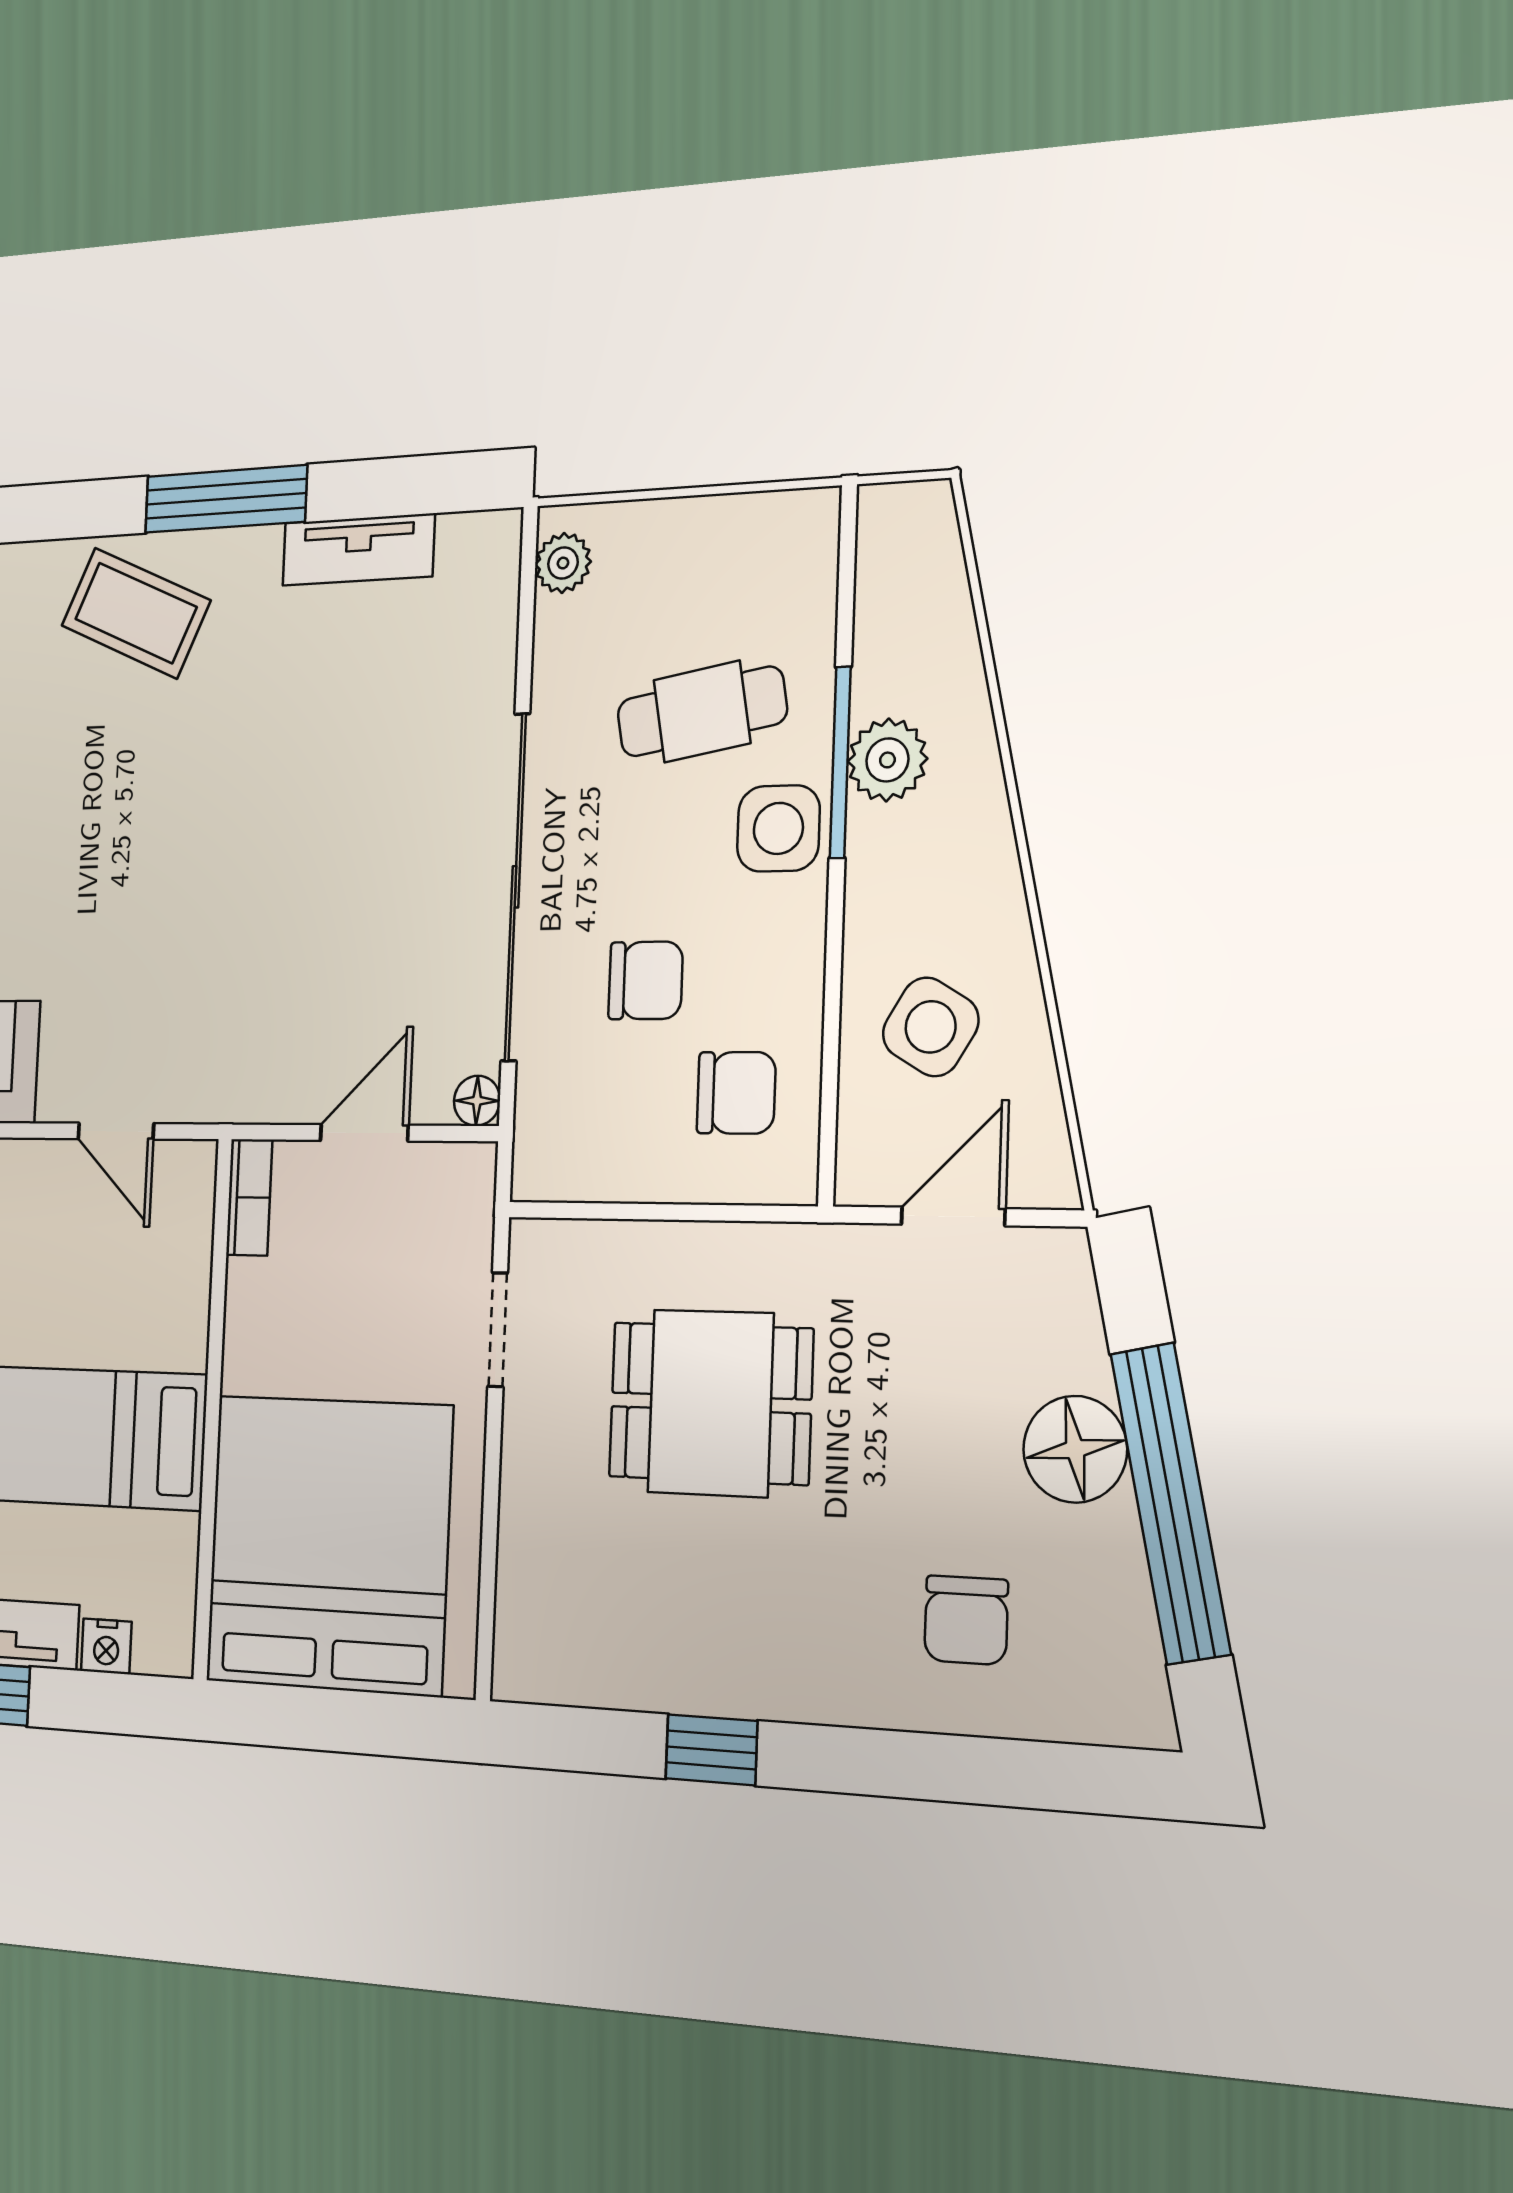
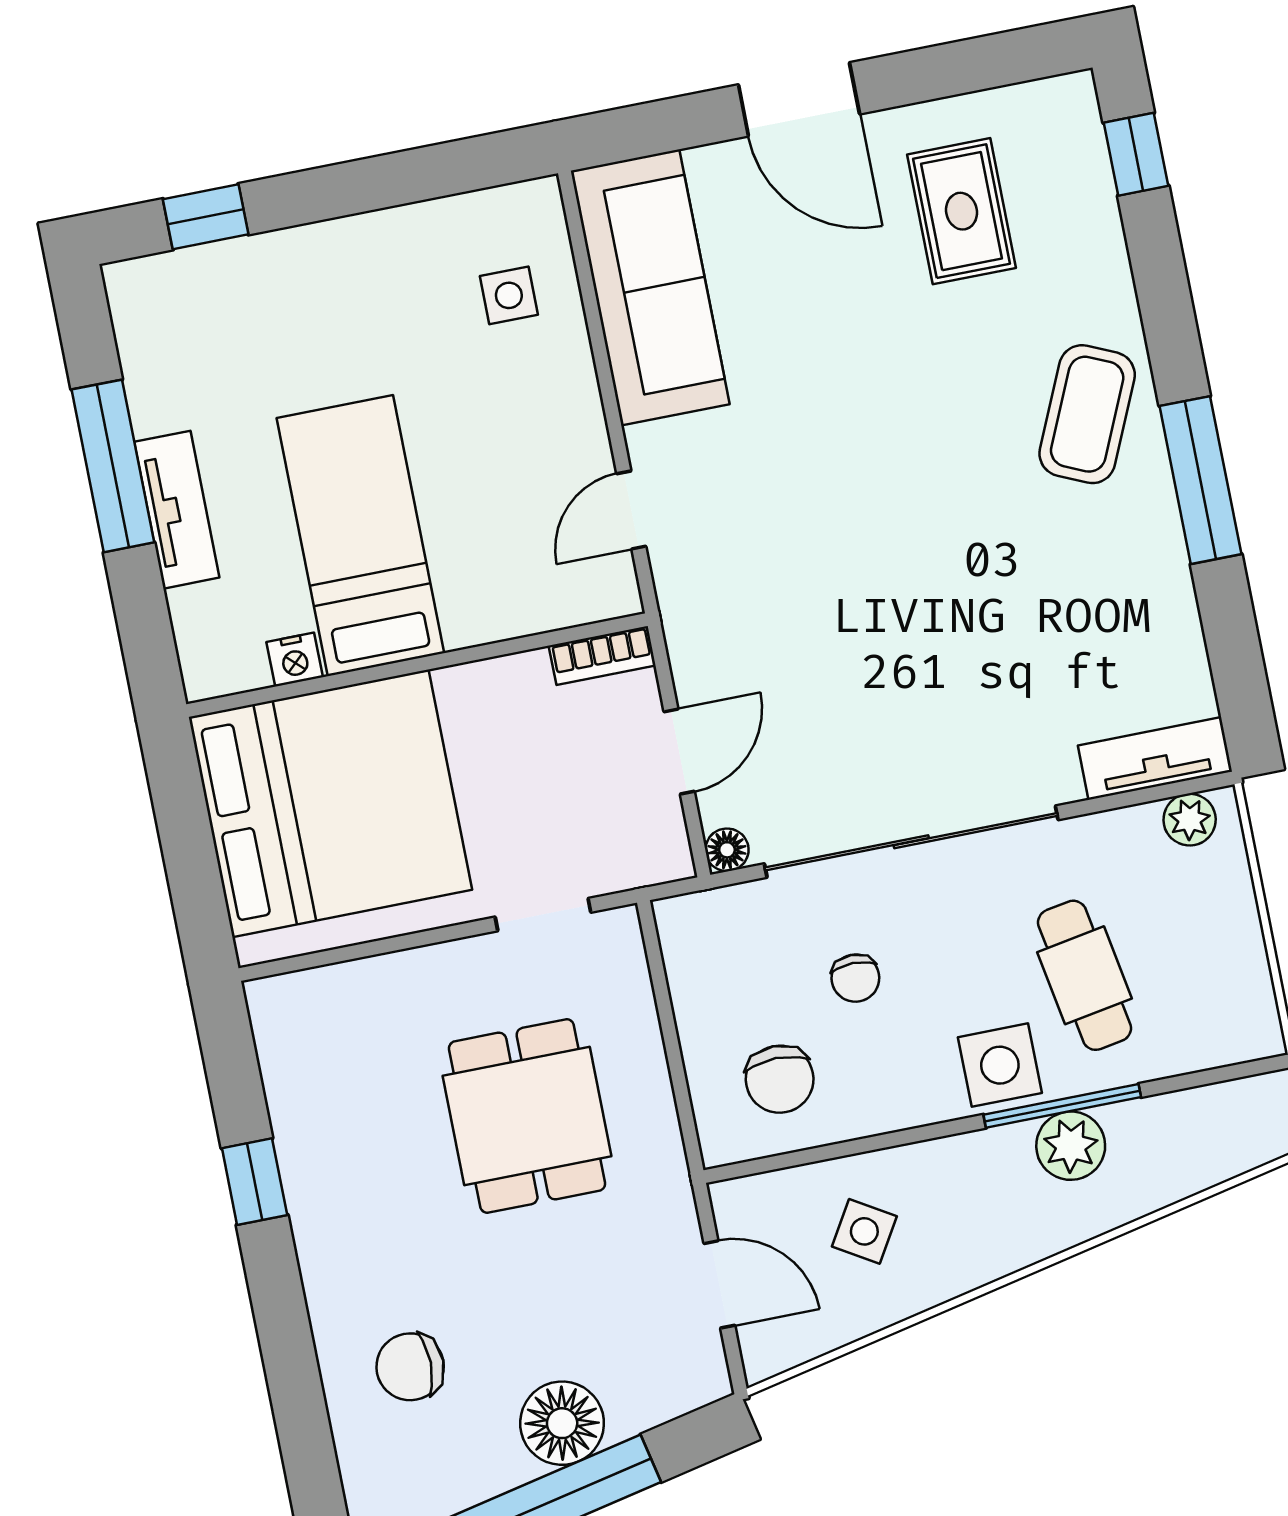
tv unit: (358, 550) -> (1155, 758), moved, turned 90
chair: (646, 980) -> (855, 978), width x0.73, depth x0.73
side table: (931, 1027) -> (864, 1231), width x0.73, depth x0.73
door: (364, 1133) -> (679, 752), hinge flipped
nightstand: (106, 1646) -> (295, 660), moved, turned -90

